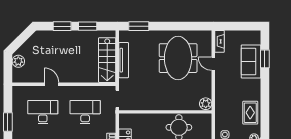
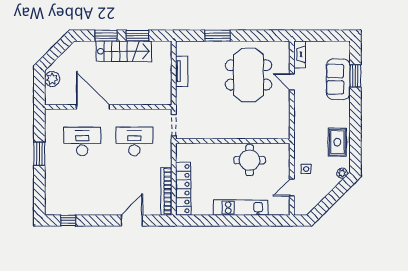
window: (139, 26) -> (218, 36), moved
stairs: (107, 60) -> (124, 51), moved, turned -90
tv unit: (124, 60) -> (182, 71), width x0.71
door: (52, 84) -> (93, 107), width x1.87
plant: (206, 104) -> (282, 131), removed

